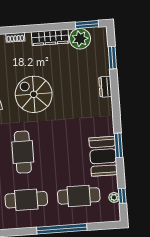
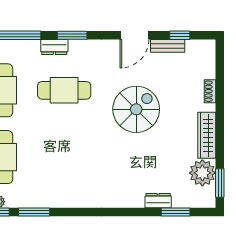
dresser: (105, 87) -> (158, 201), moved
window: (119, 145) -> (34, 212), moved
booth: (103, 156) -> (52, 192), removed

